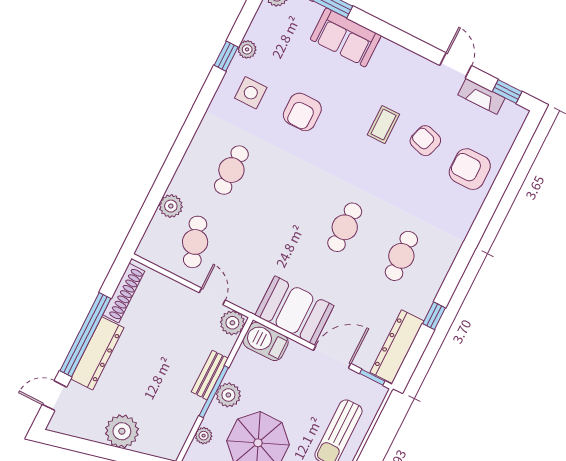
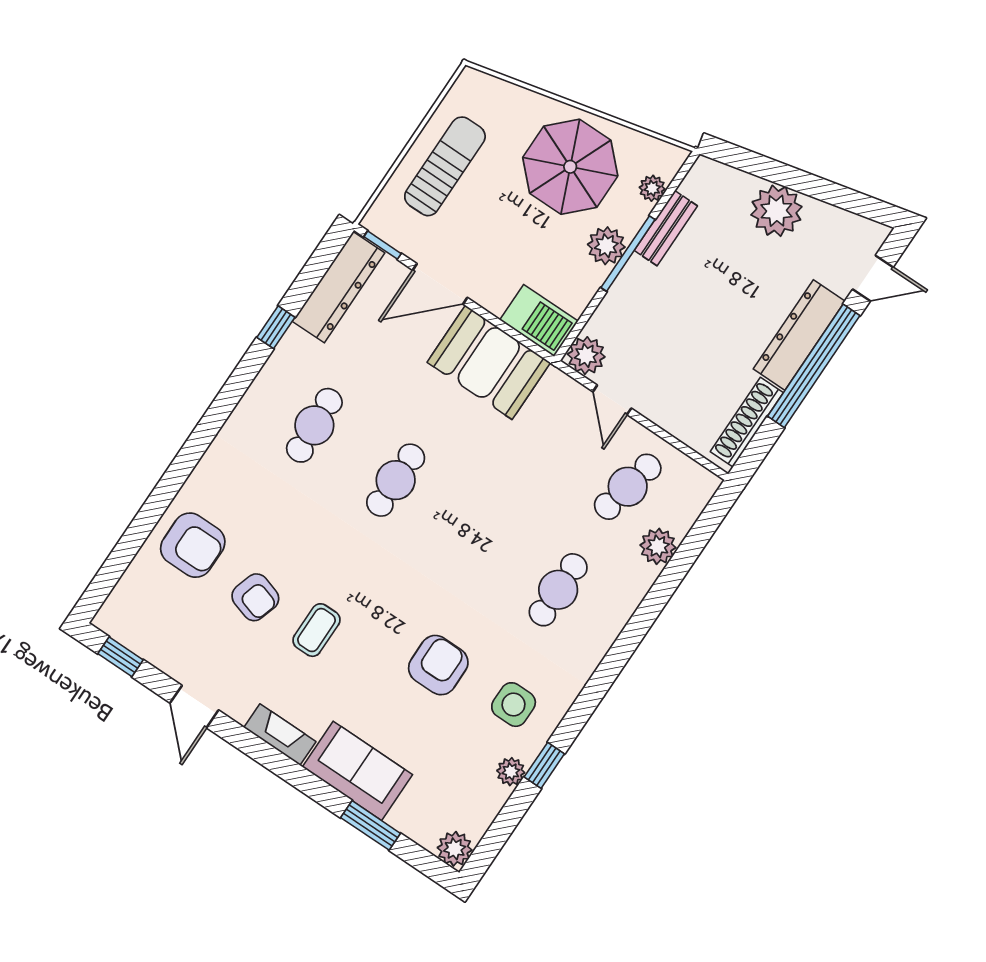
fireplace: (481, 96) -> (280, 735), moved
cafe table: (195, 242) -> (628, 487), turned 30
bench: (210, 375) -> (666, 228), moved

